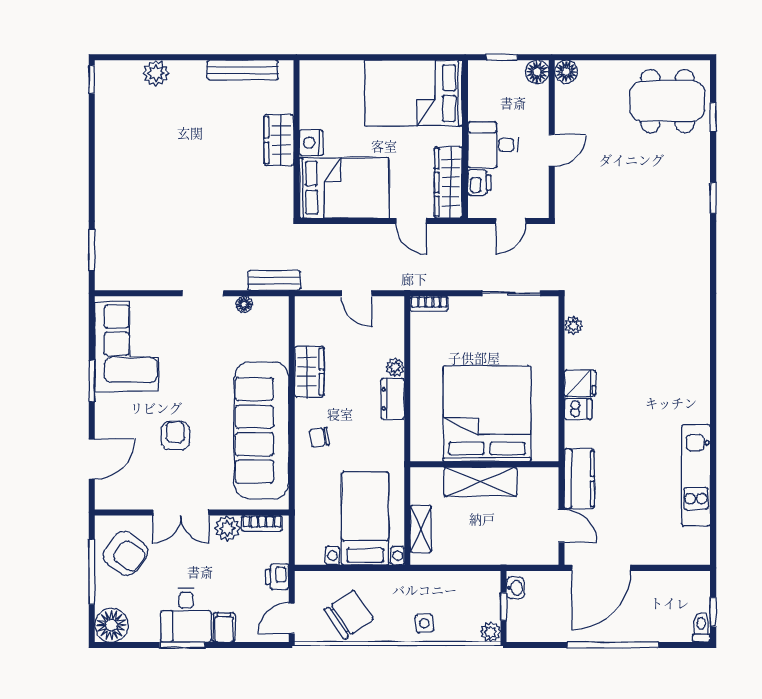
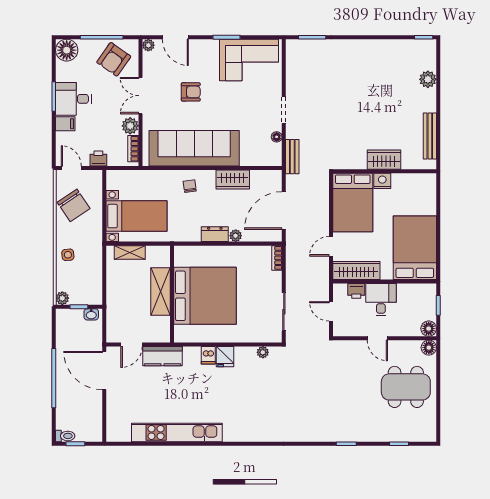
dining table: (668, 101) -> (406, 387), moved, turned 90
door: (357, 293) -> (284, 211), width x1.87
kitchen unit: (696, 475) -> (177, 432), width x1.36
plant: (104, 500) -> (148, 45), added

